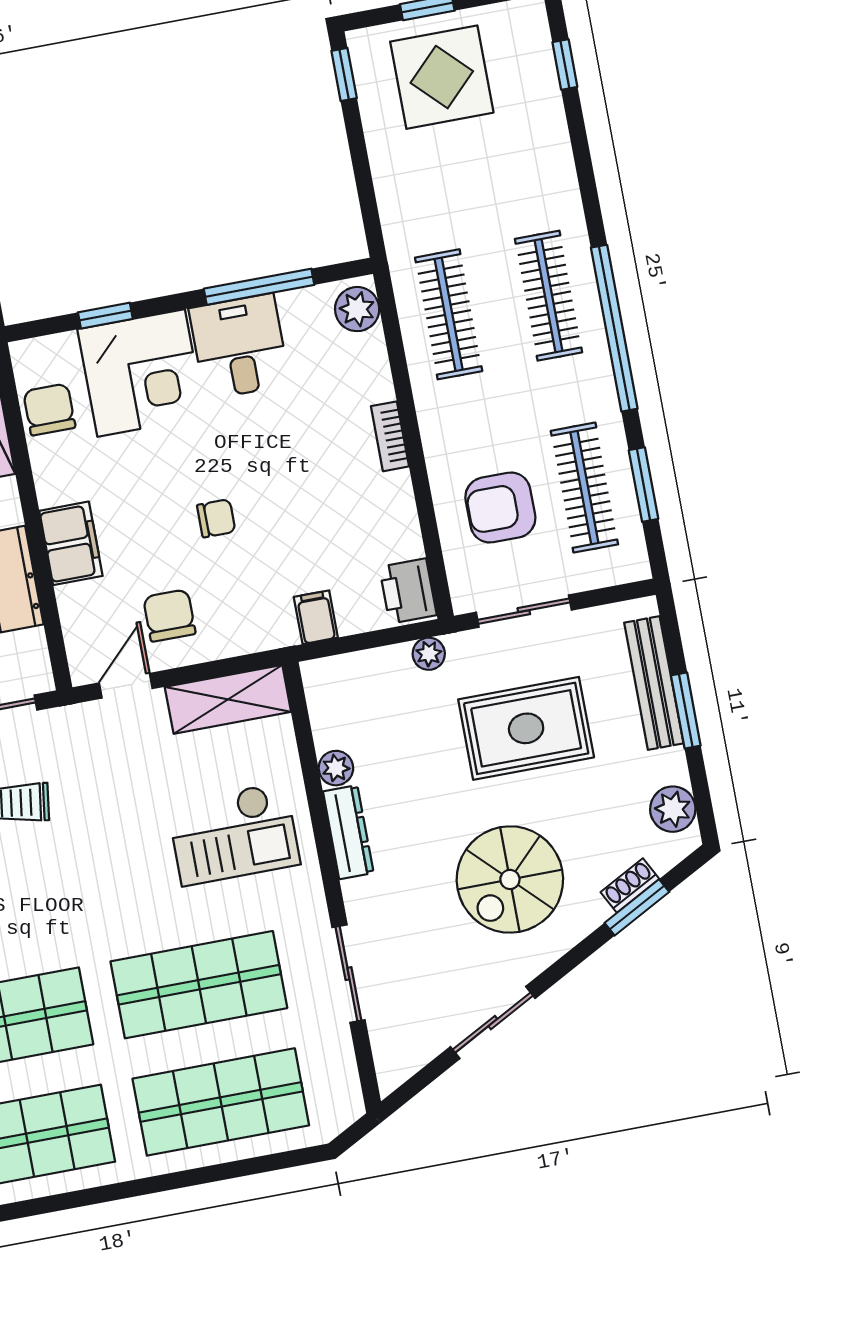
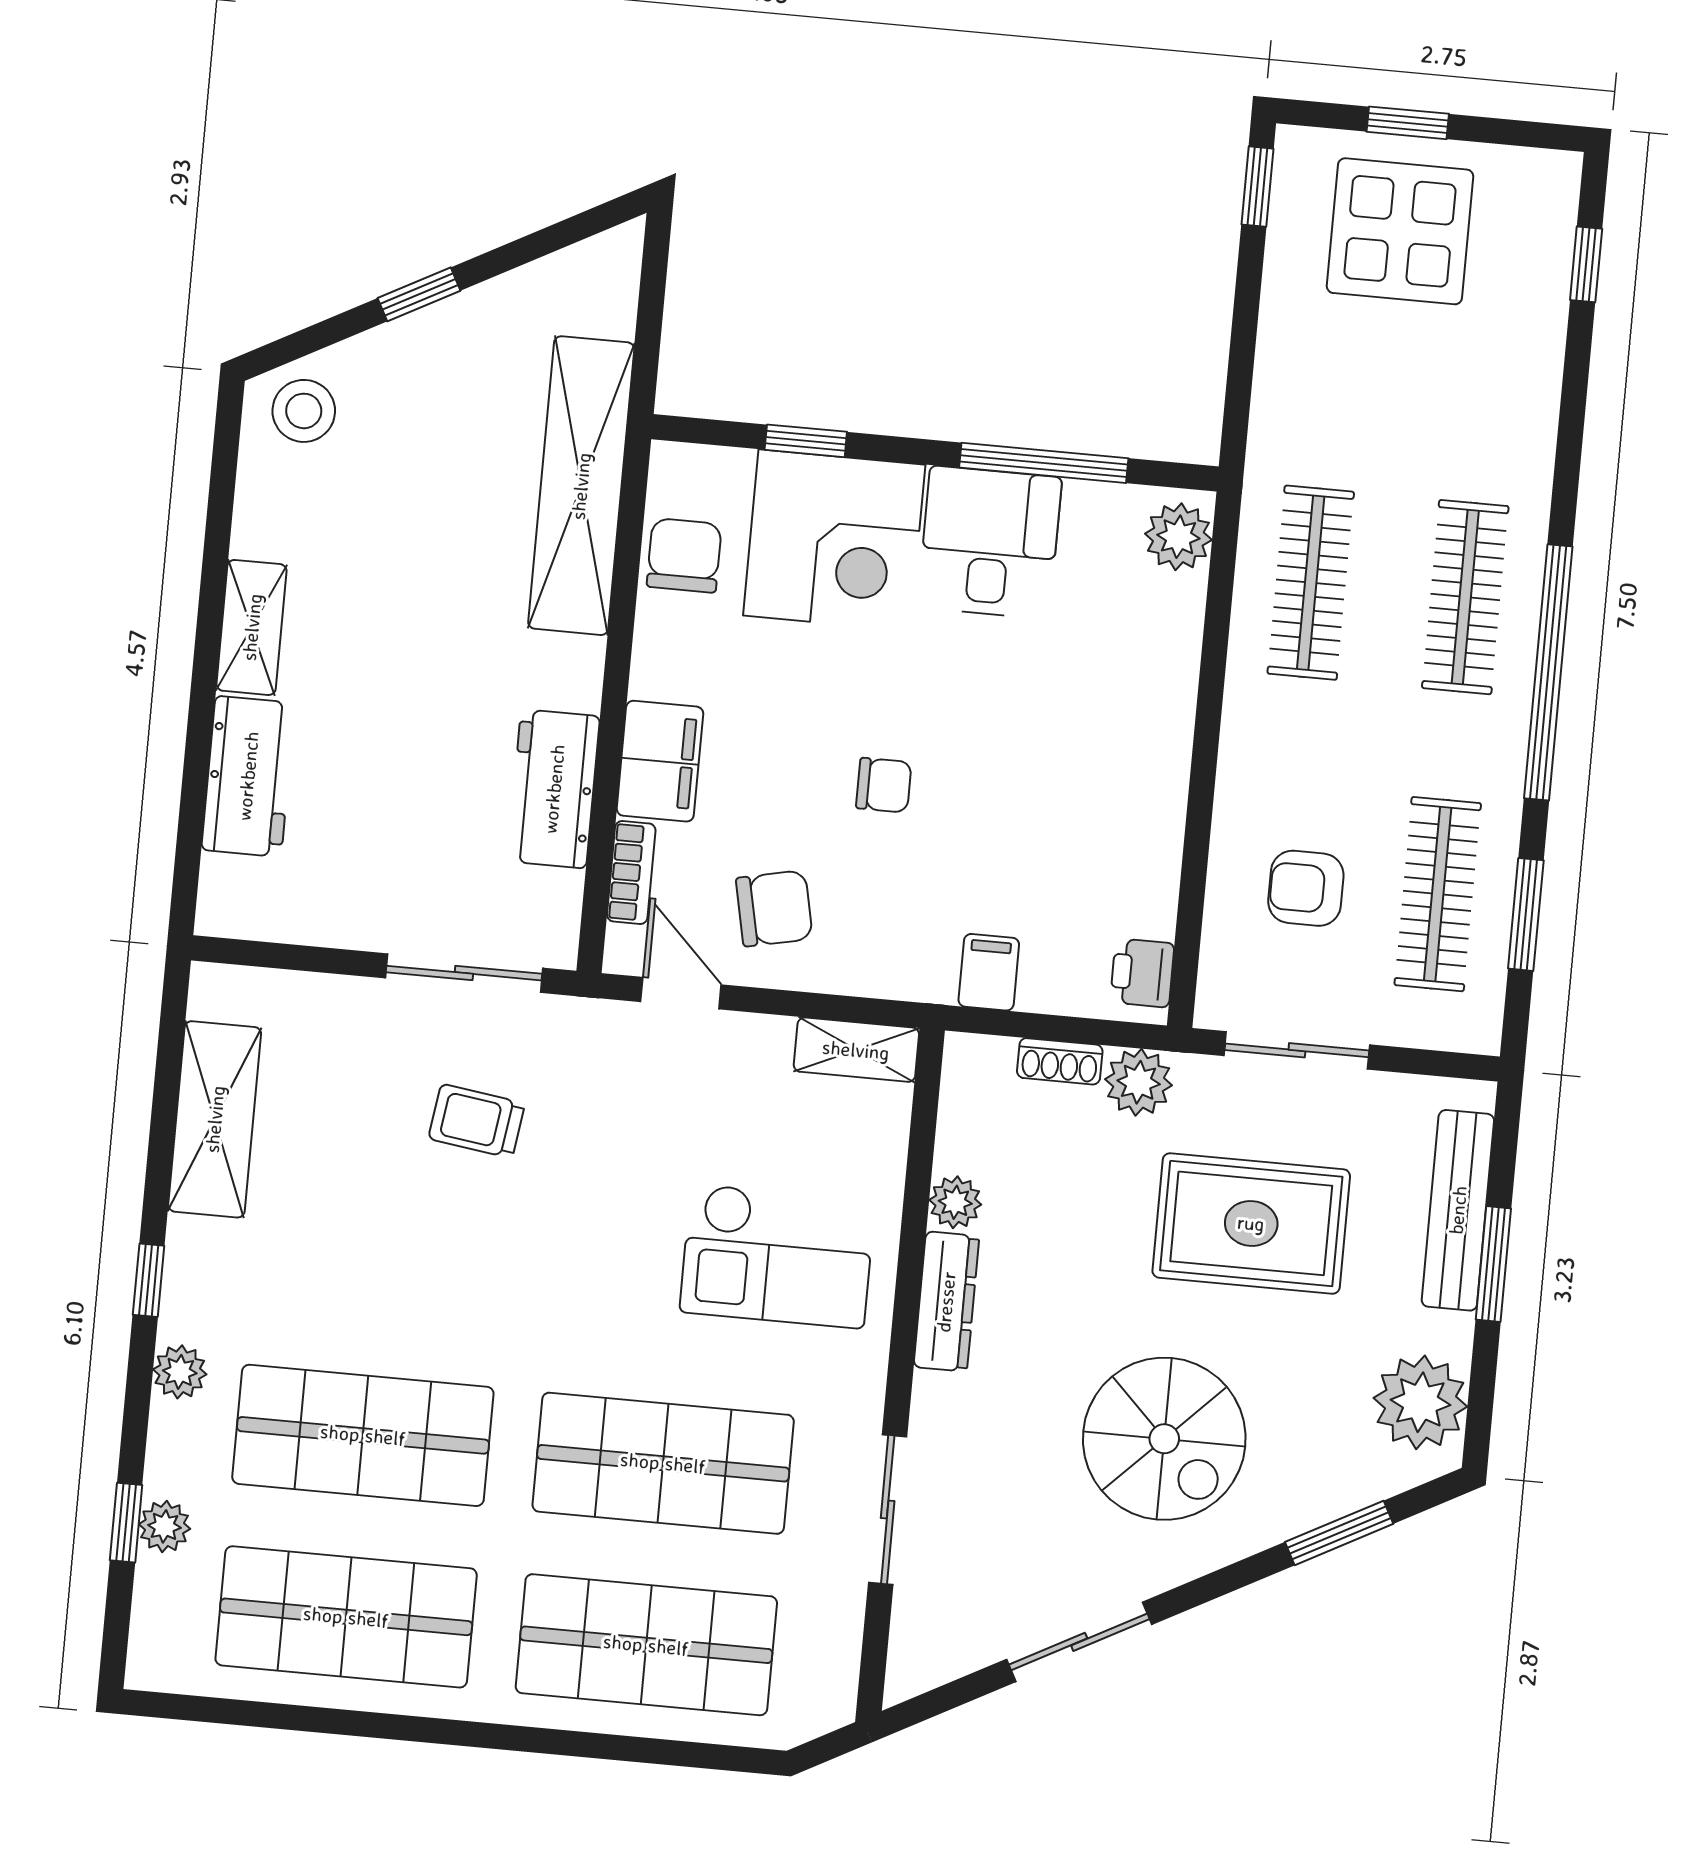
bookcase: (390, 436) -> (631, 872), moved, turned 180
armchair: (500, 508) -> (1306, 888), width x0.72, depth x0.72
printer: (408, 591) -> (1142, 973), width x0.73, depth x0.81
chair: (169, 616) -> (774, 908), turned 78
plant: (429, 654) -> (1139, 1082), width x1.38, depth x1.38
door: (126, 686) -> (681, 993), hinge flipped
shelving: (228, 699) -> (856, 1050), width x0.67, depth x0.75
plant: (673, 809) -> (1420, 1402), width x1.36, depth x1.36
spiral stairs: (510, 879) -> (1164, 1439), turned -90
shoe rack: (630, 885) -> (1060, 1061), moved, turned -152

